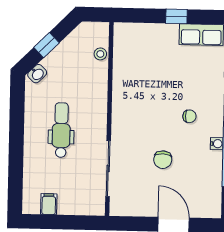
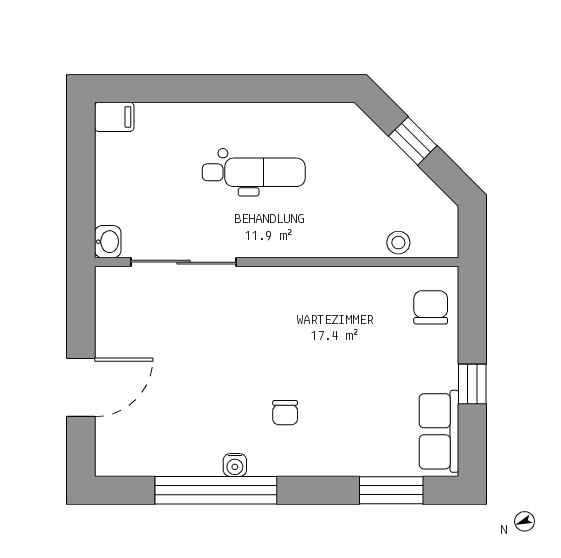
washbasin: (37, 74) -> (108, 242), moved, turned -135
chair: (163, 160) -> (431, 307), moved, turned 87
filing cabinet: (49, 204) -> (114, 117), moved

